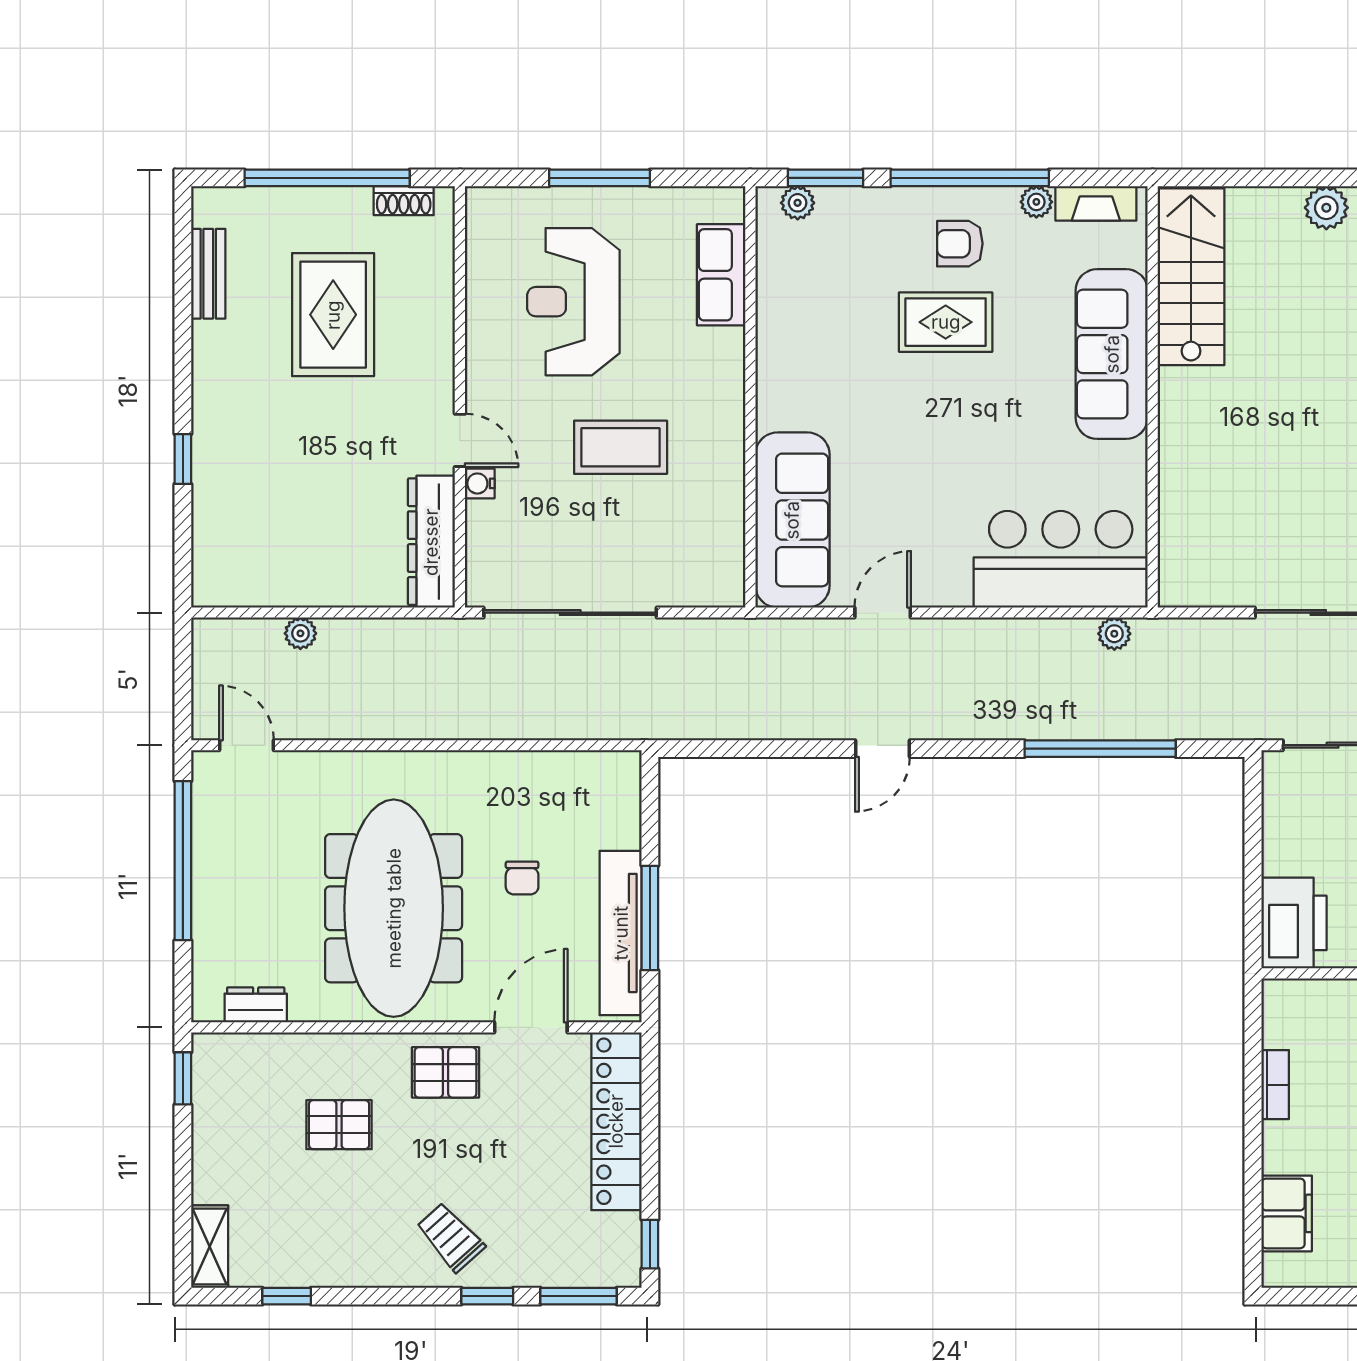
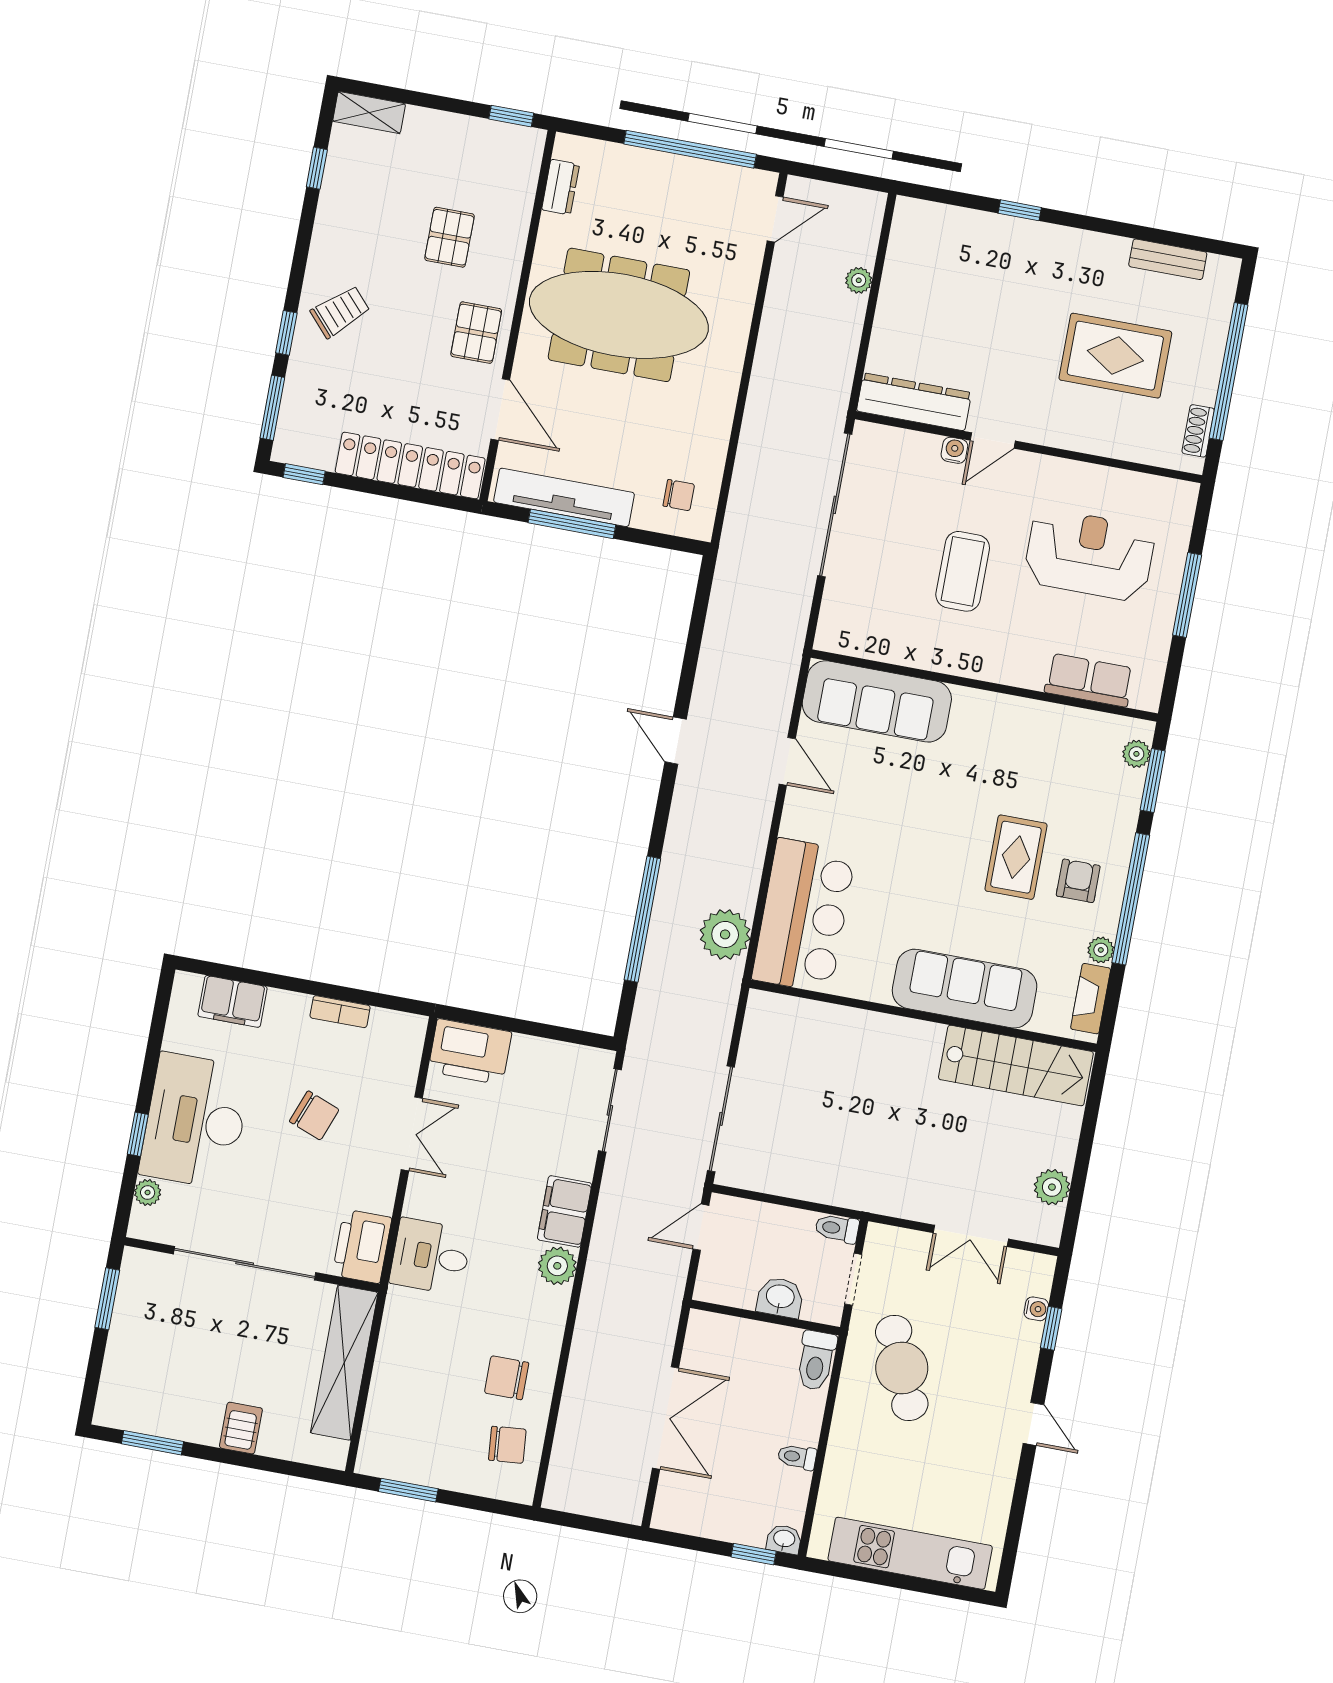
plant: (1114, 634) -> (725, 934), width x1.88, depth x1.88
chair: (522, 878) -> (679, 495), moved, turned 180

